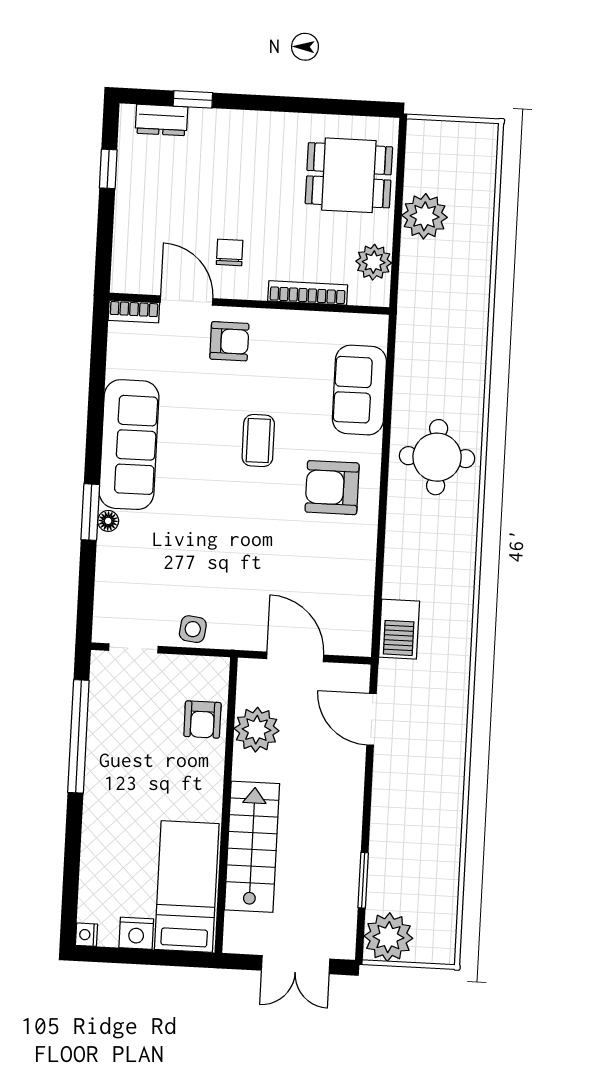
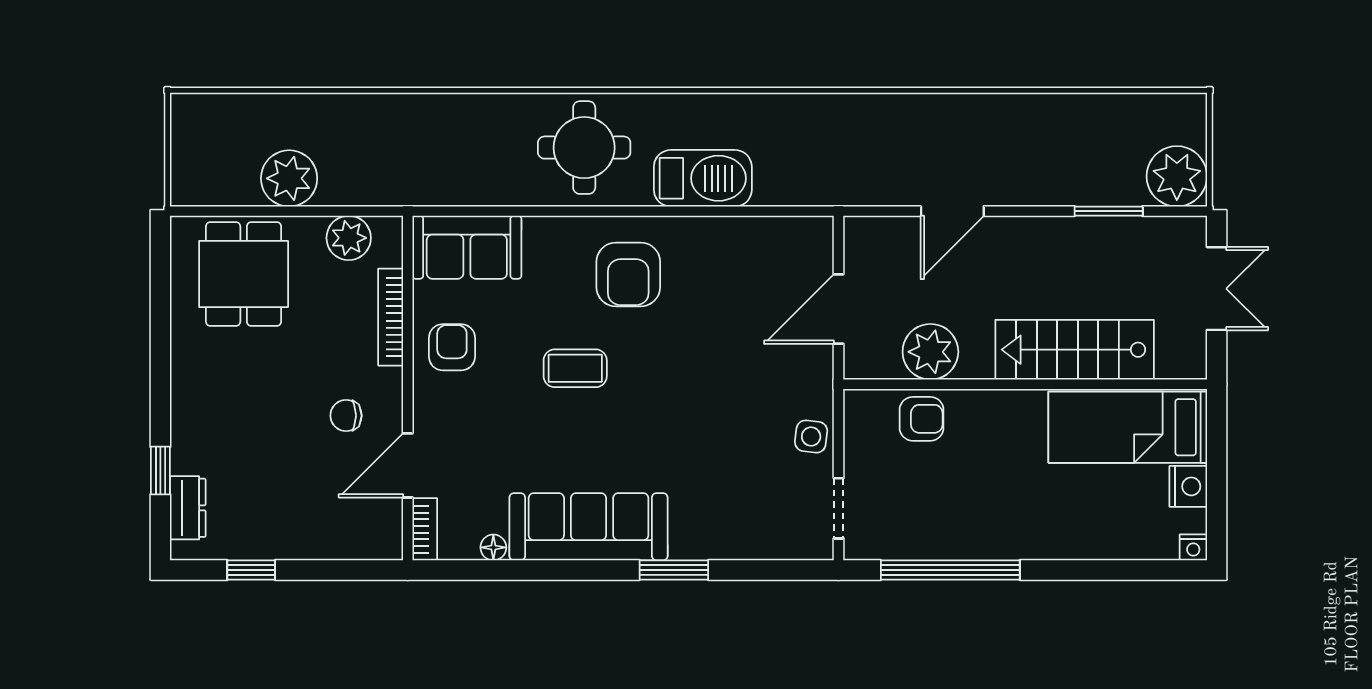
armchair: (229, 341) -> (452, 347), moved
sofa: (359, 390) -> (467, 247), moved
floor lamp: (108, 521) -> (493, 547), moved
barbecue: (399, 629) -> (703, 178), moved, width x1.37, depth x1.21
door: (372, 719) -> (952, 211), moved

